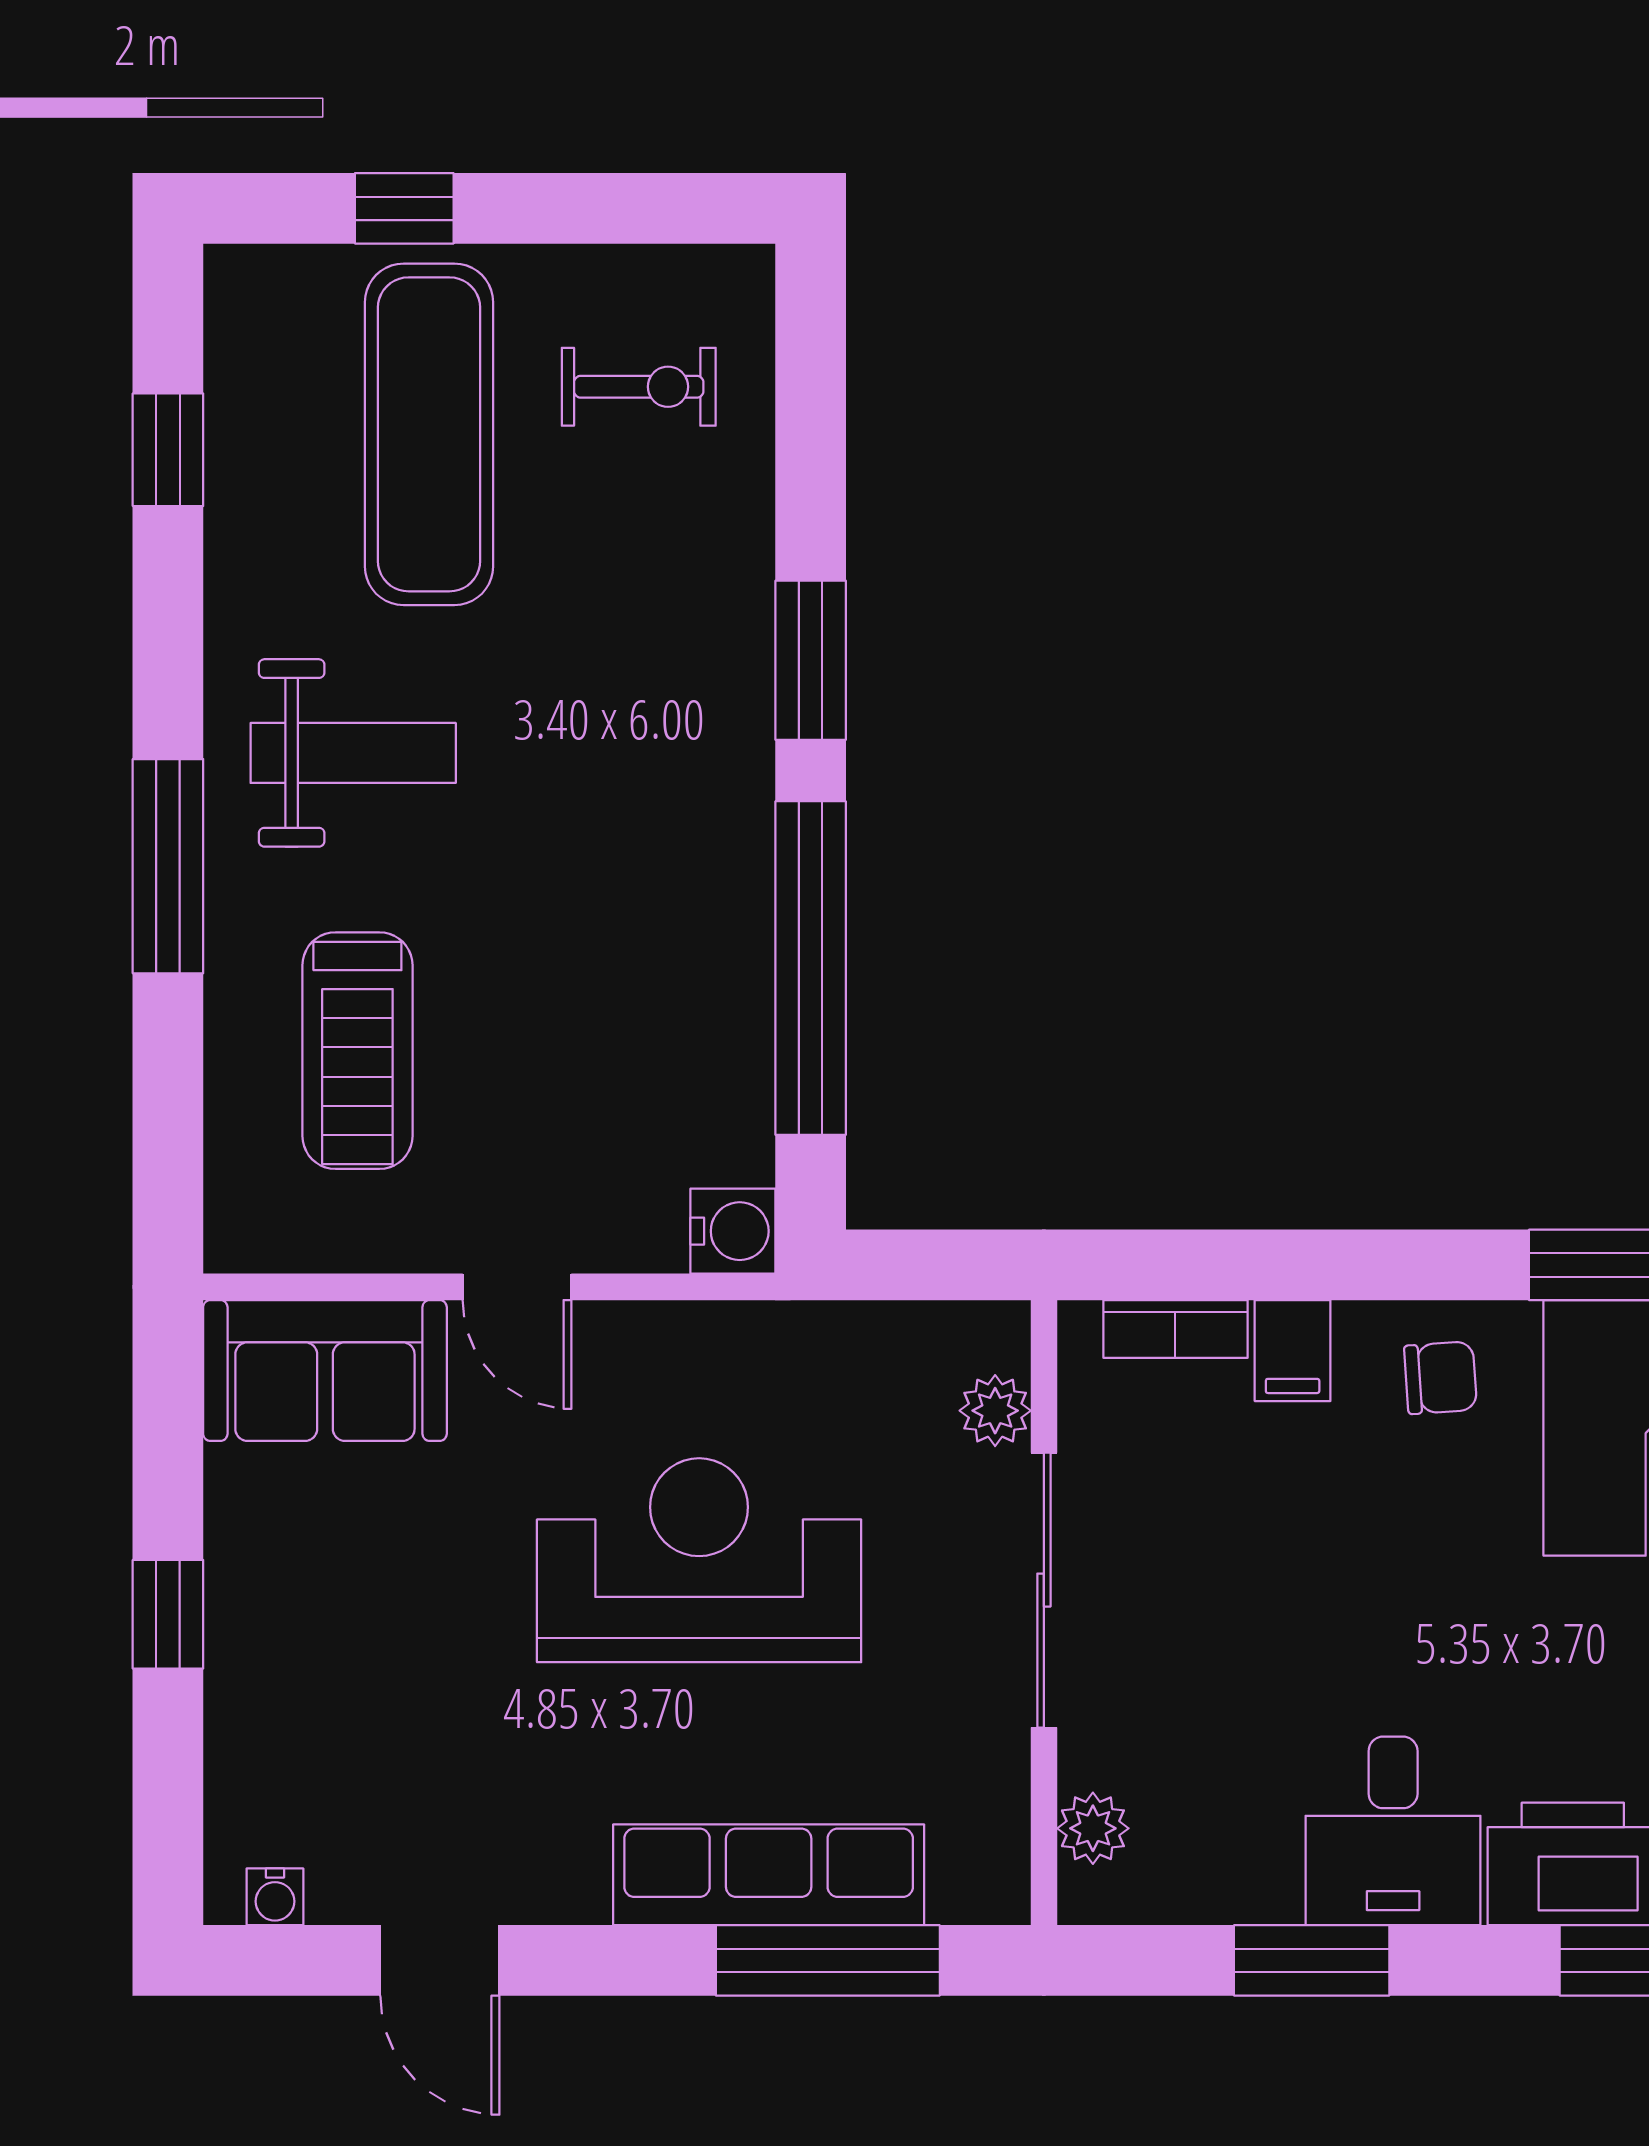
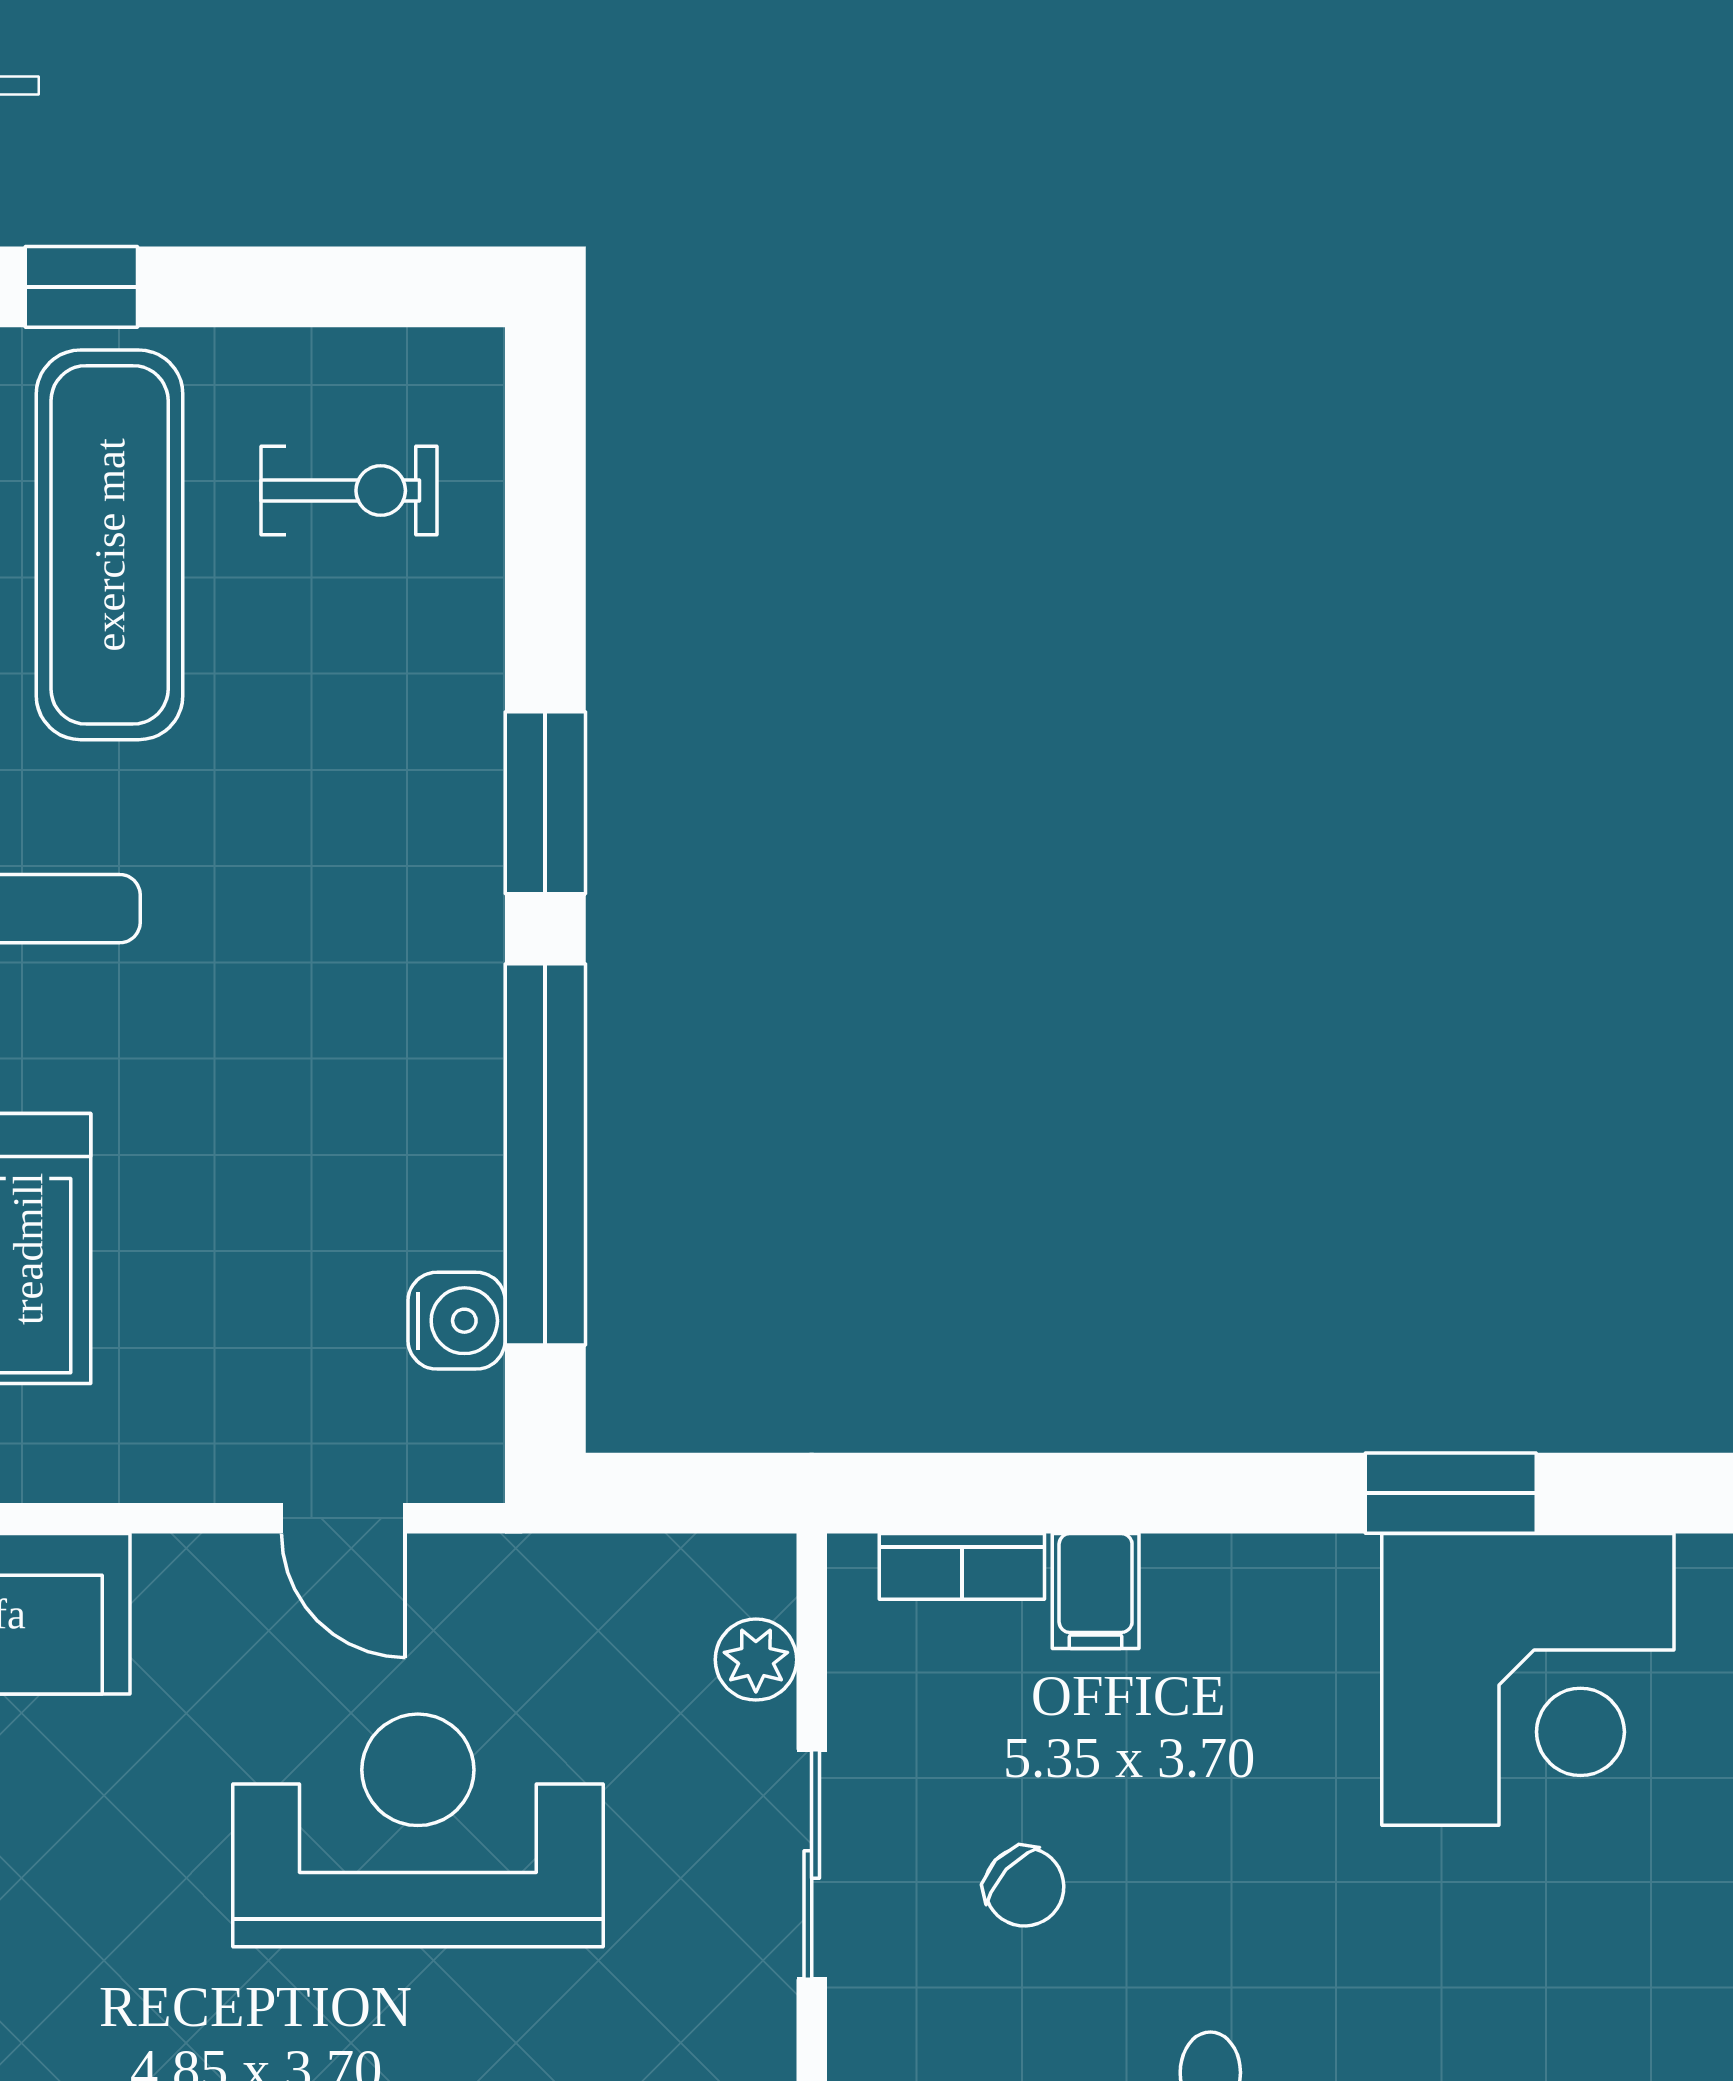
water cooler: (733, 1231) -> (457, 1321), moved
door: (517, 1287) -> (343, 1518), moved
chair: (1440, 1378) -> (1024, 1887), moved, turned 47
sliding door: (1044, 1590) -> (812, 1865), width x0.73

